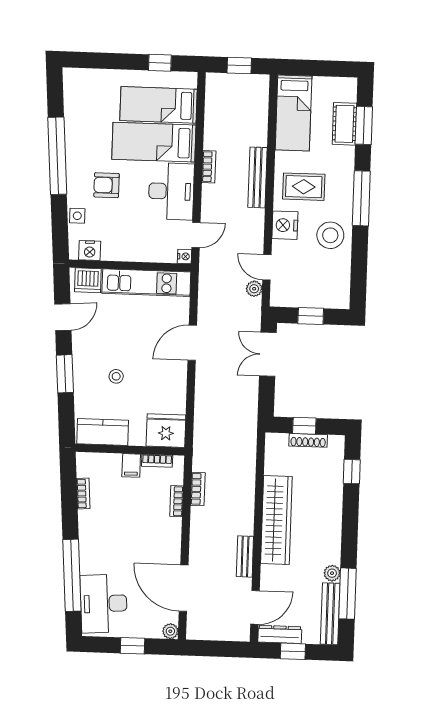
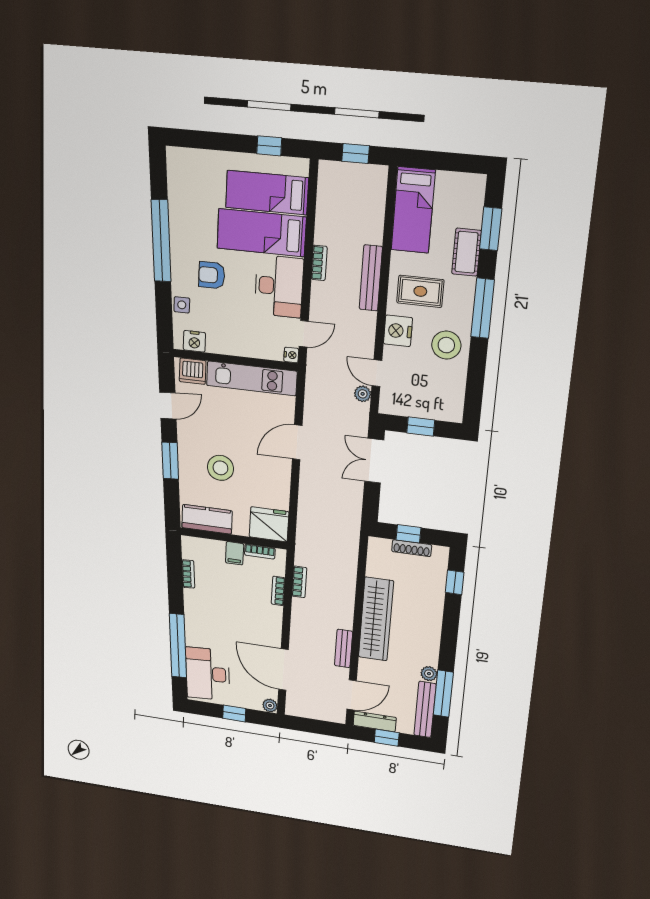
cot: (344, 124) -> (467, 252), moved
stool: (116, 376) -> (220, 468), width x1.89, depth x1.89

